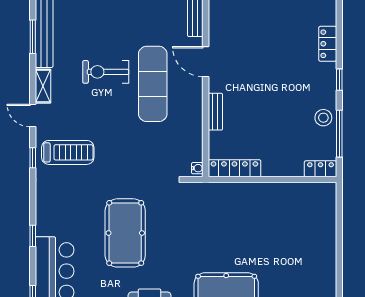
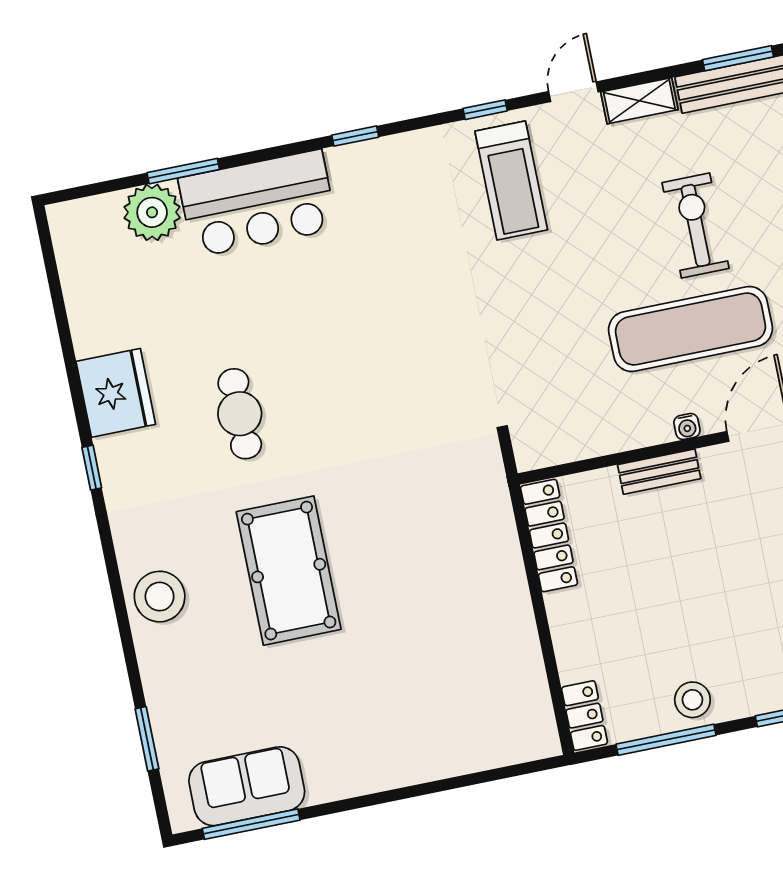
water cooler: (197, 168) -> (687, 426), moved
pool table: (125, 233) -> (367, 335), removed
window: (33, 236) -> (355, 136), moved

